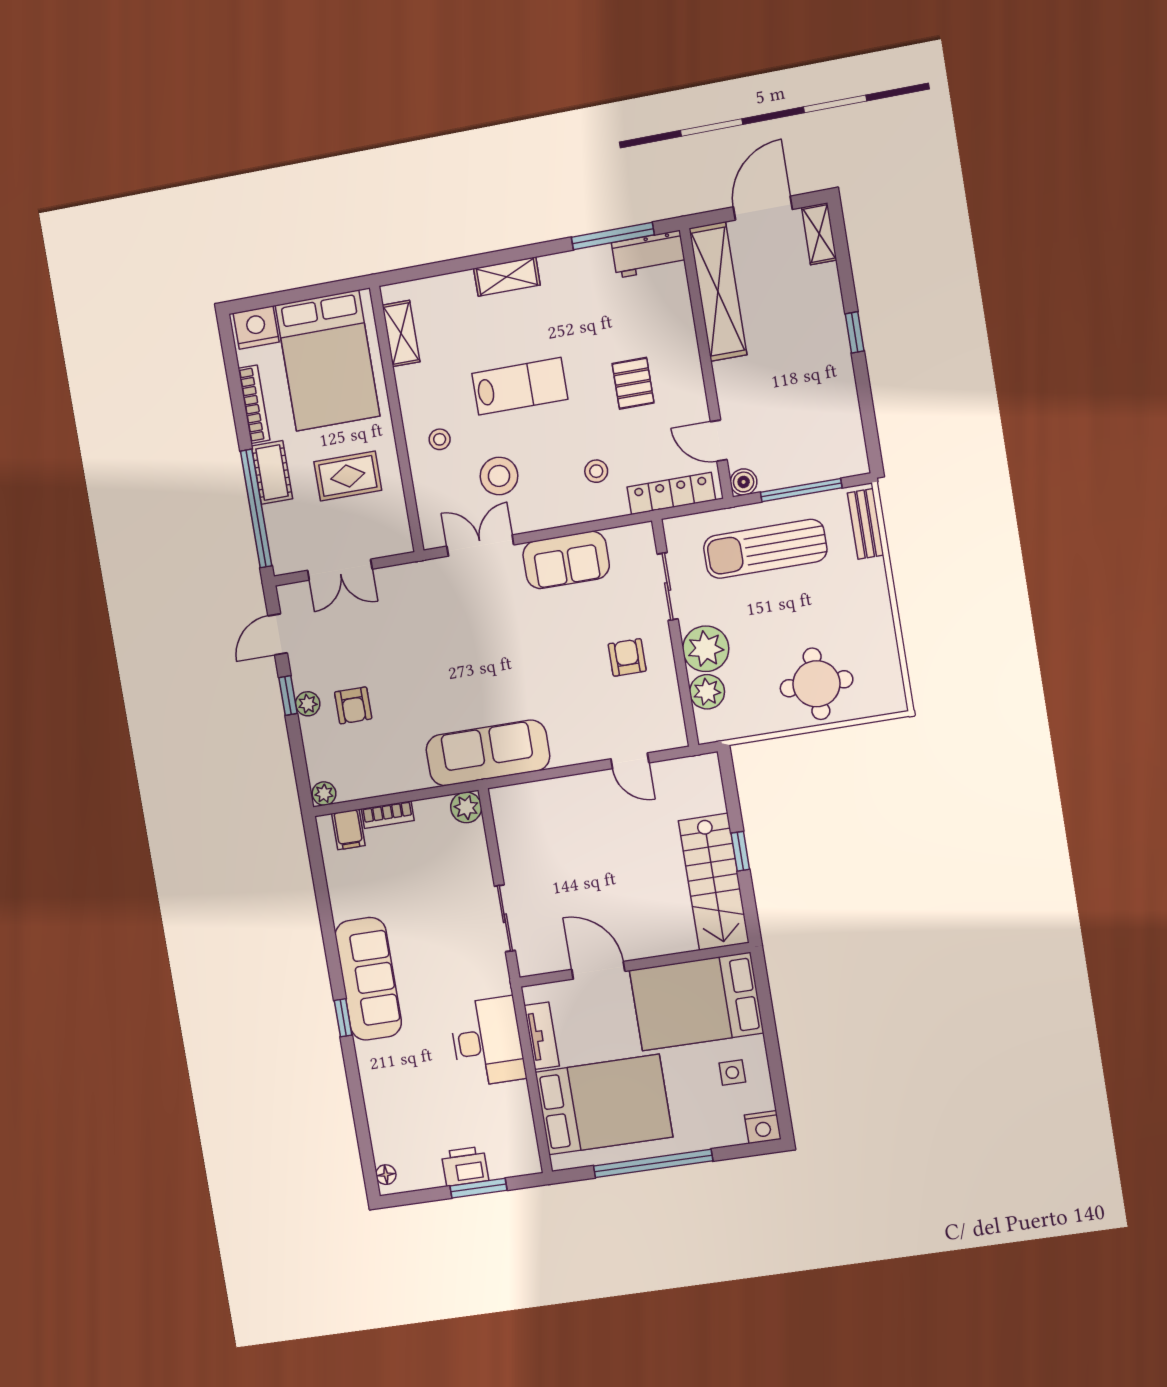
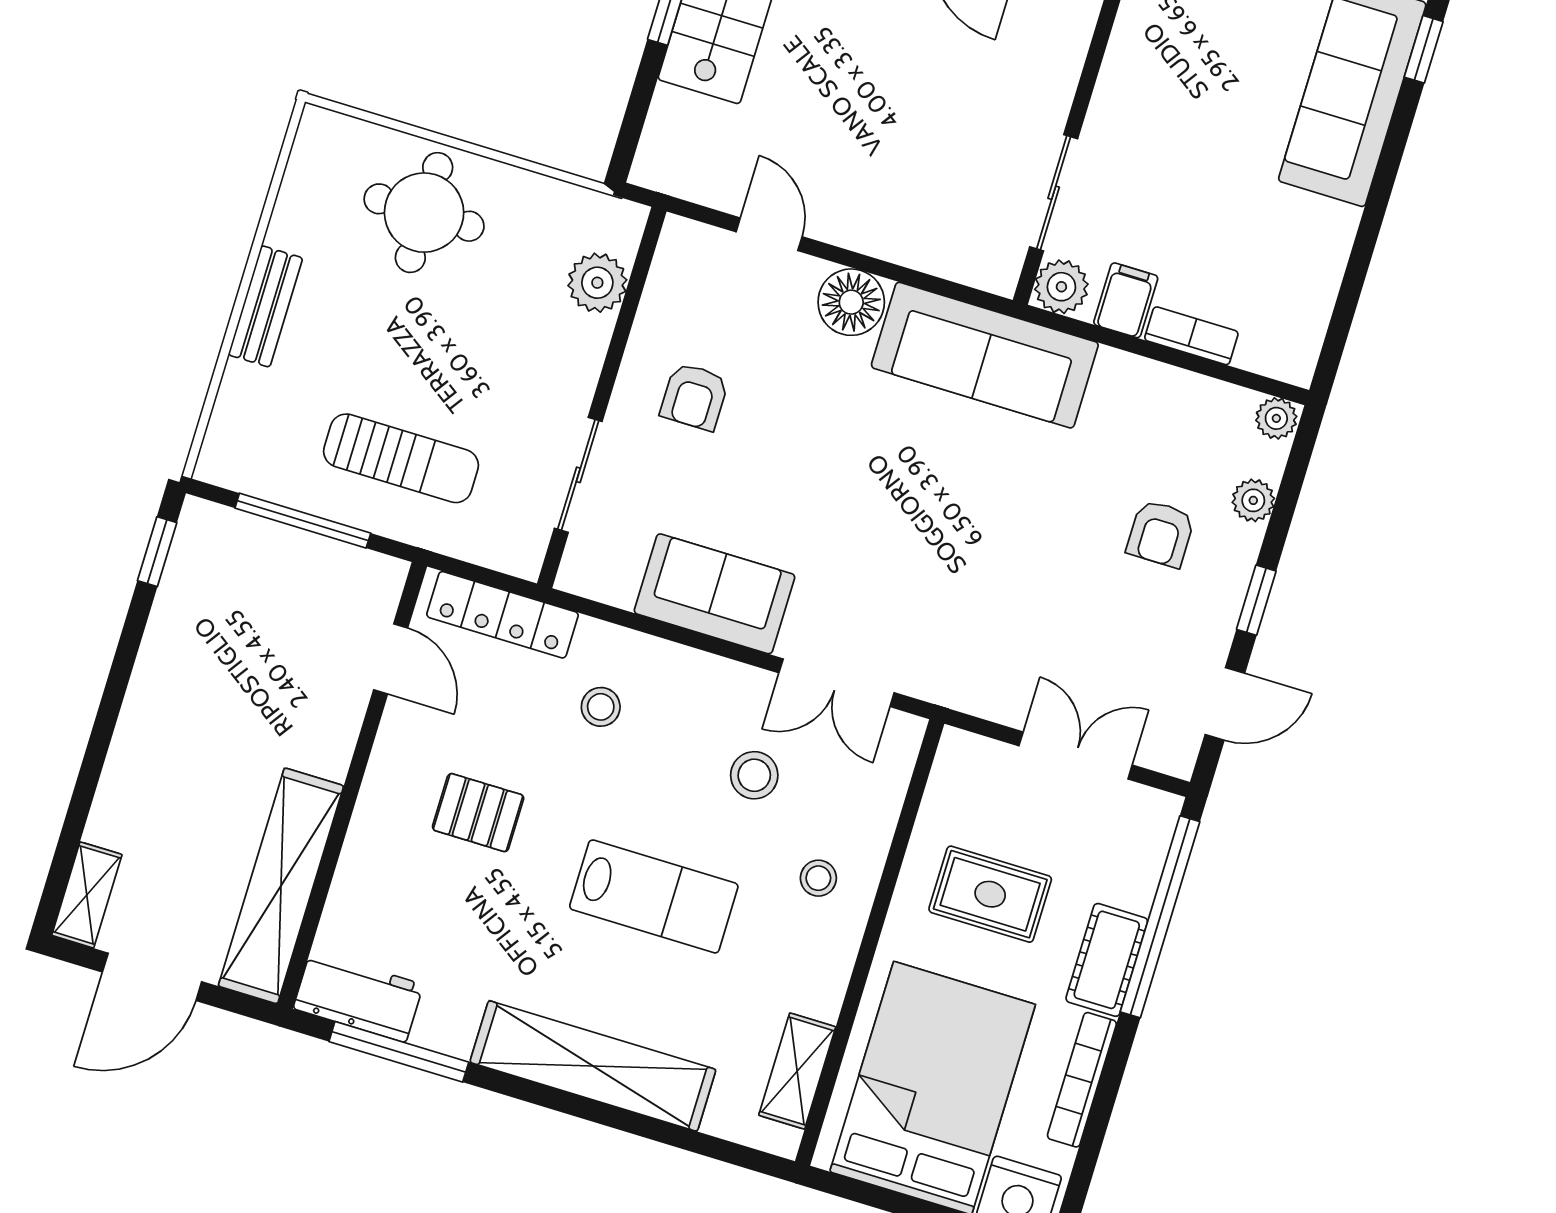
shelving: (507, 277) -> (593, 1066), width x2.20, depth x1.33
window: (855, 332) -> (157, 552), moved
pallet: (633, 383) -> (478, 813), turned 90
lab bench: (520, 386) -> (654, 896), turned 180
stool: (499, 476) -> (754, 775), width x0.73, depth x0.73
boiler: (744, 482) -> (384, 577), removed
bench: (866, 524) -> (265, 306), moved
sun lounger: (765, 549) -> (401, 458), width x0.73, depth x0.75
plant: (706, 649) -> (567, 350), removed
plant: (308, 704) -> (1253, 500), moved
armchair: (353, 705) -> (1161, 534), turned 180
floor lamp: (570, 746) -> (851, 302), added
filing cabinet: (348, 829) -> (1126, 300), moved
sliding door: (505, 918) -> (1054, 193), moved

